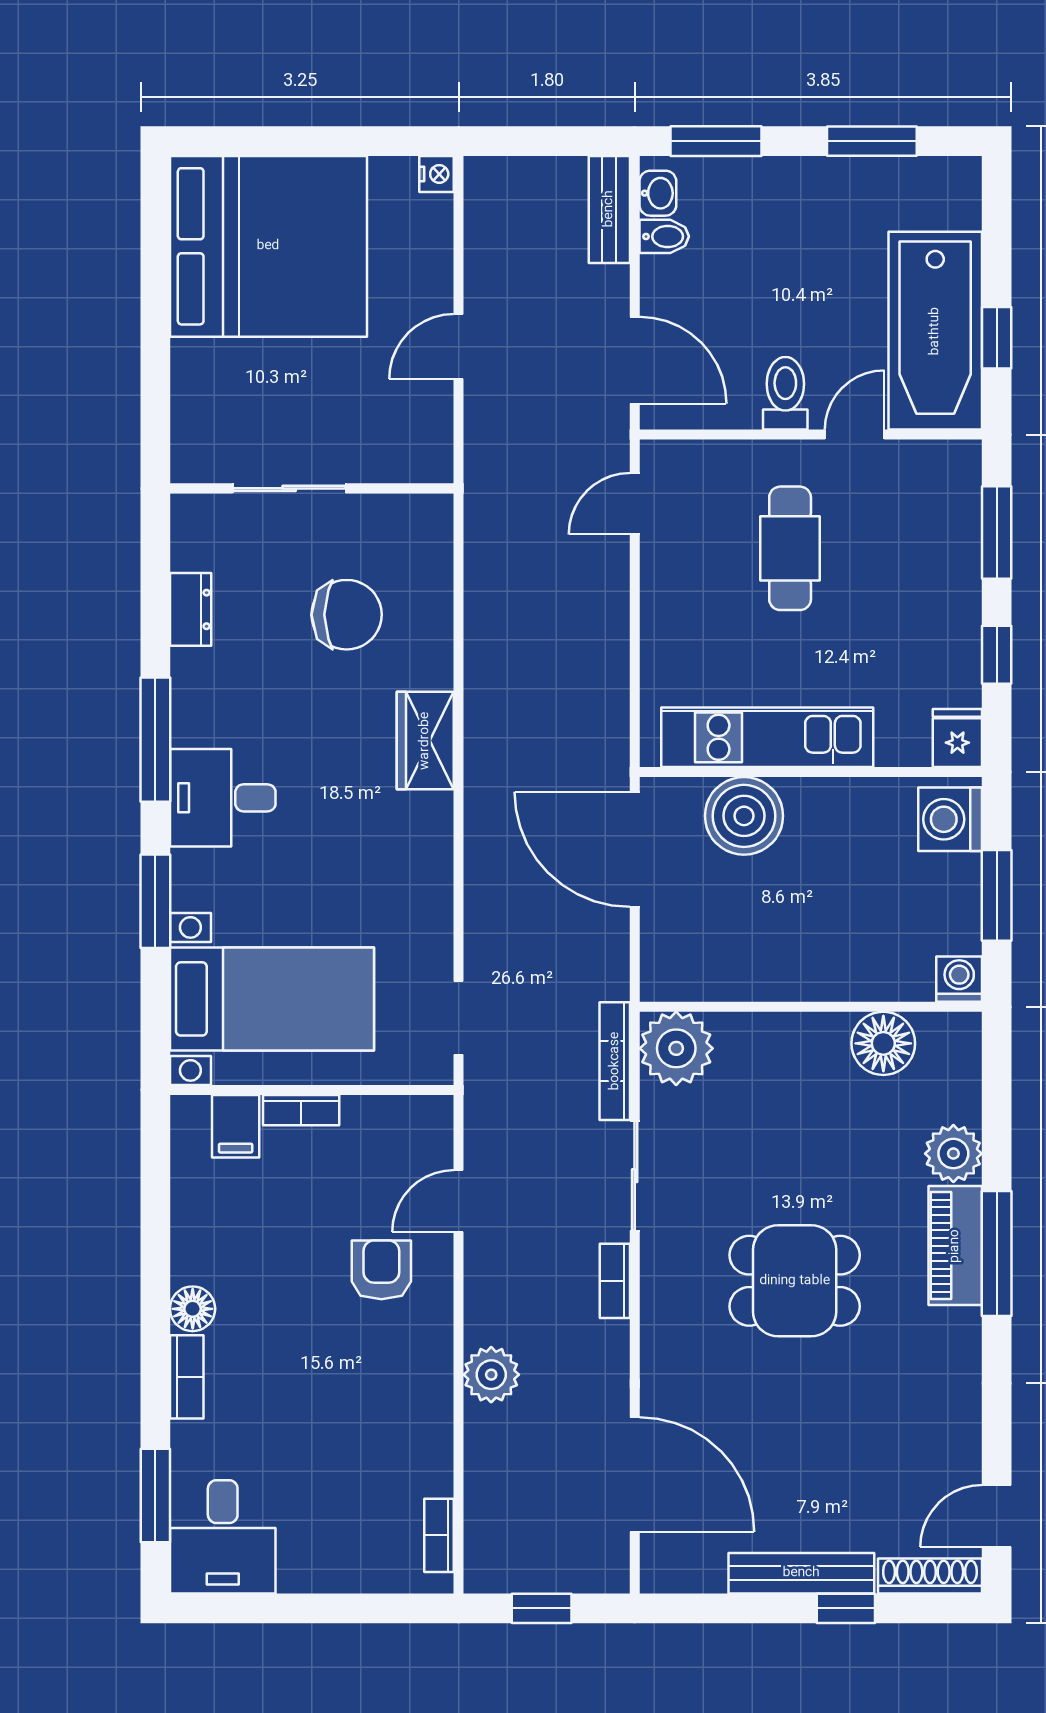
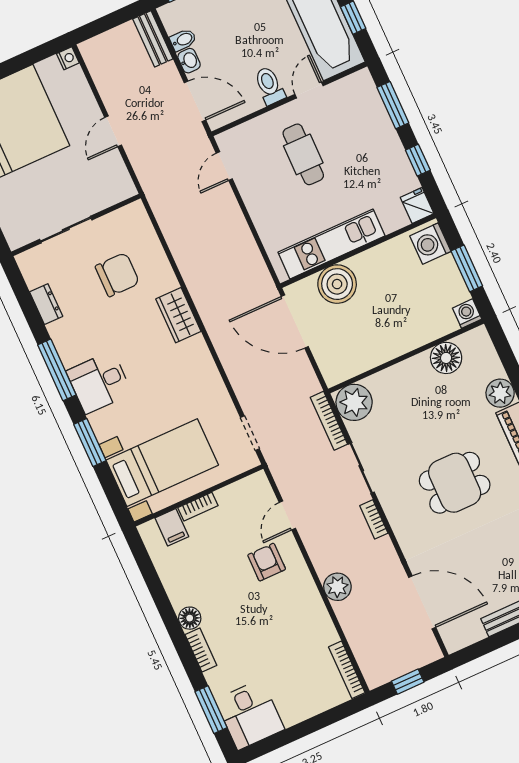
washbasin: (658, 193) -> (189, 61), moved
bookcase: (439, 1535) -> (347, 670), width x1.56

